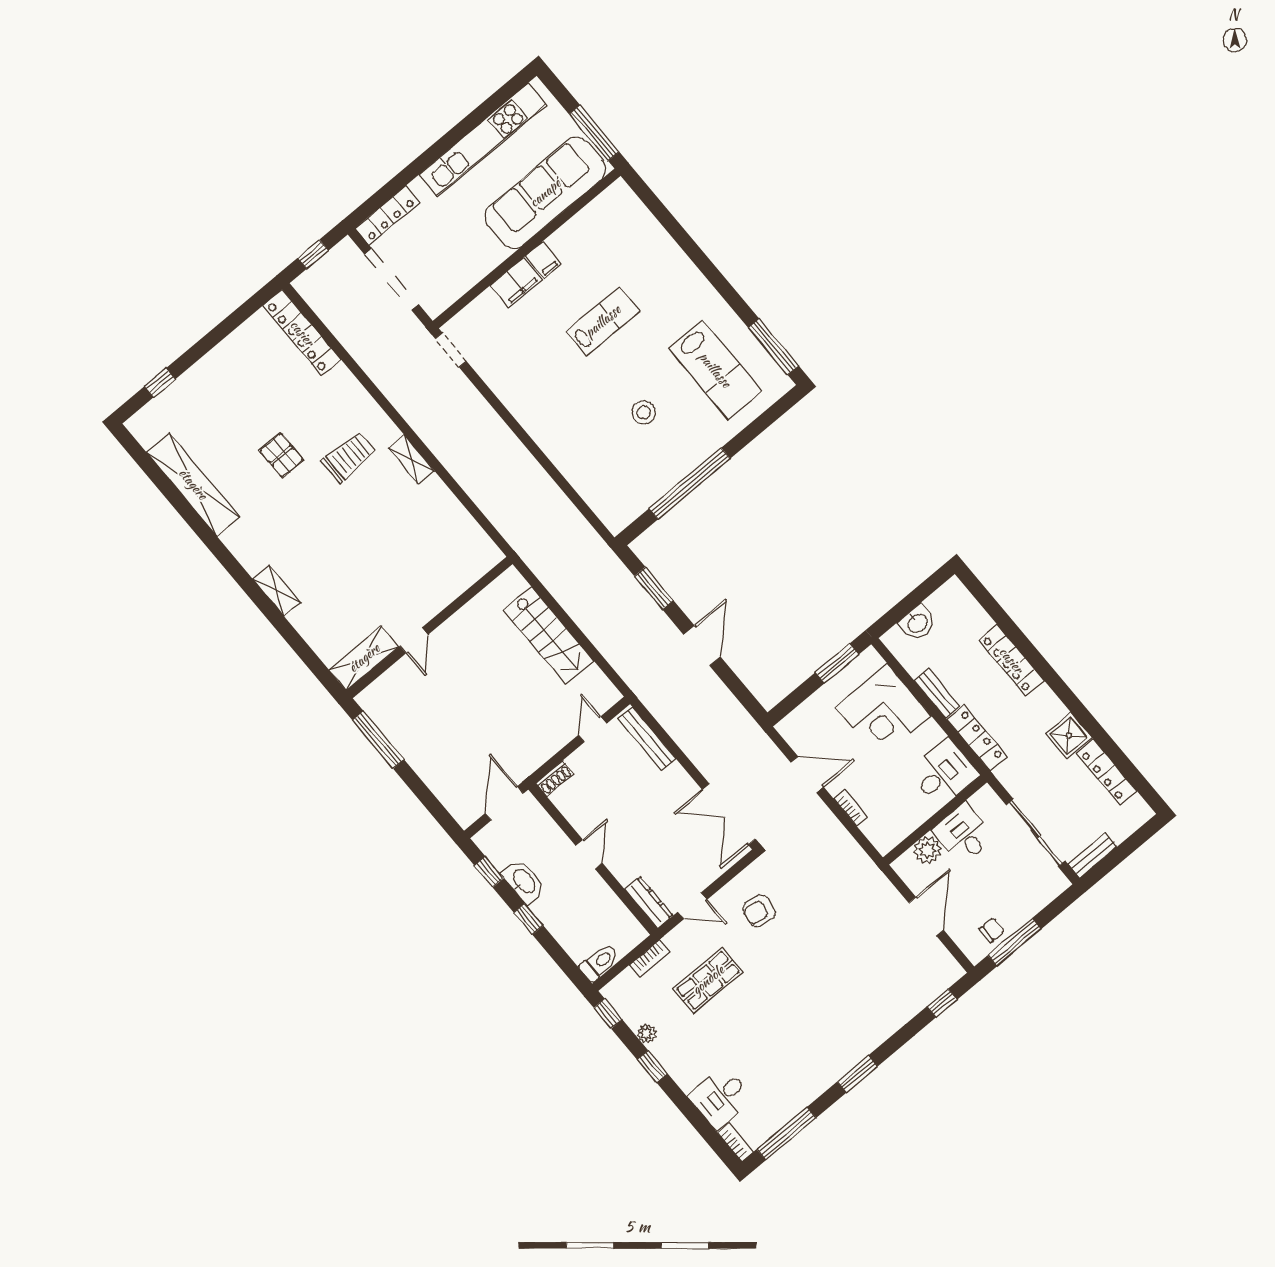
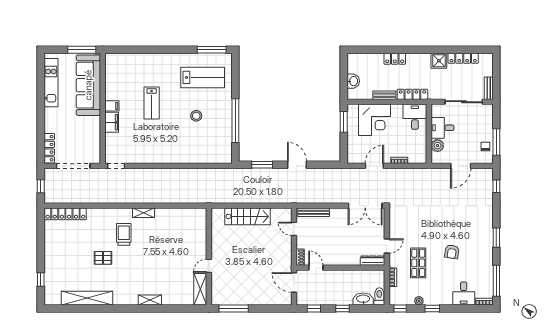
kitchen unit: (483, 140) -> (51, 83), width x0.73
lab bench: (603, 321) -> (152, 103), turned 180
door: (414, 640) -> (209, 266), swing flipped
locker: (1011, 660) -> (395, 59), width x0.66
door: (589, 854) -> (316, 268), moved
washbasin: (524, 882) -> (363, 299), moved
armchair: (759, 911) -> (452, 252), moved
door: (926, 917) -> (461, 166), swing flipped

